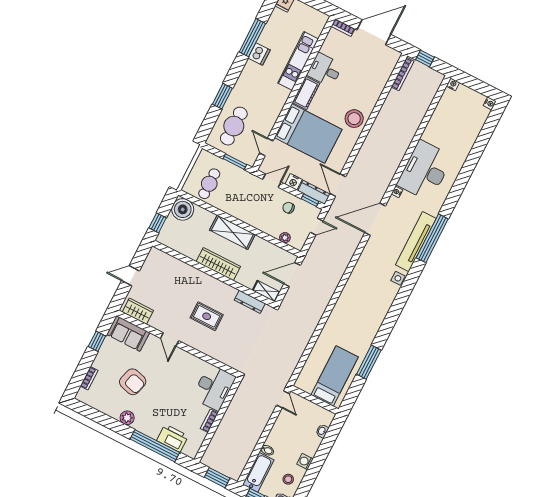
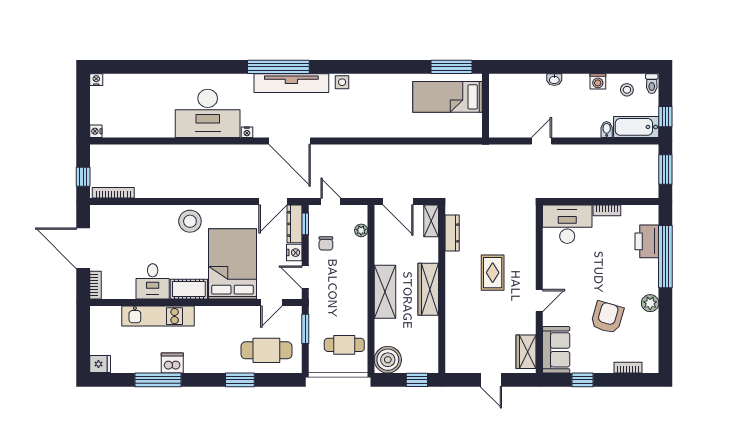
bed: (335, 376) -> (447, 97), moved
wall: (315, 400) -> (485, 106), moved

